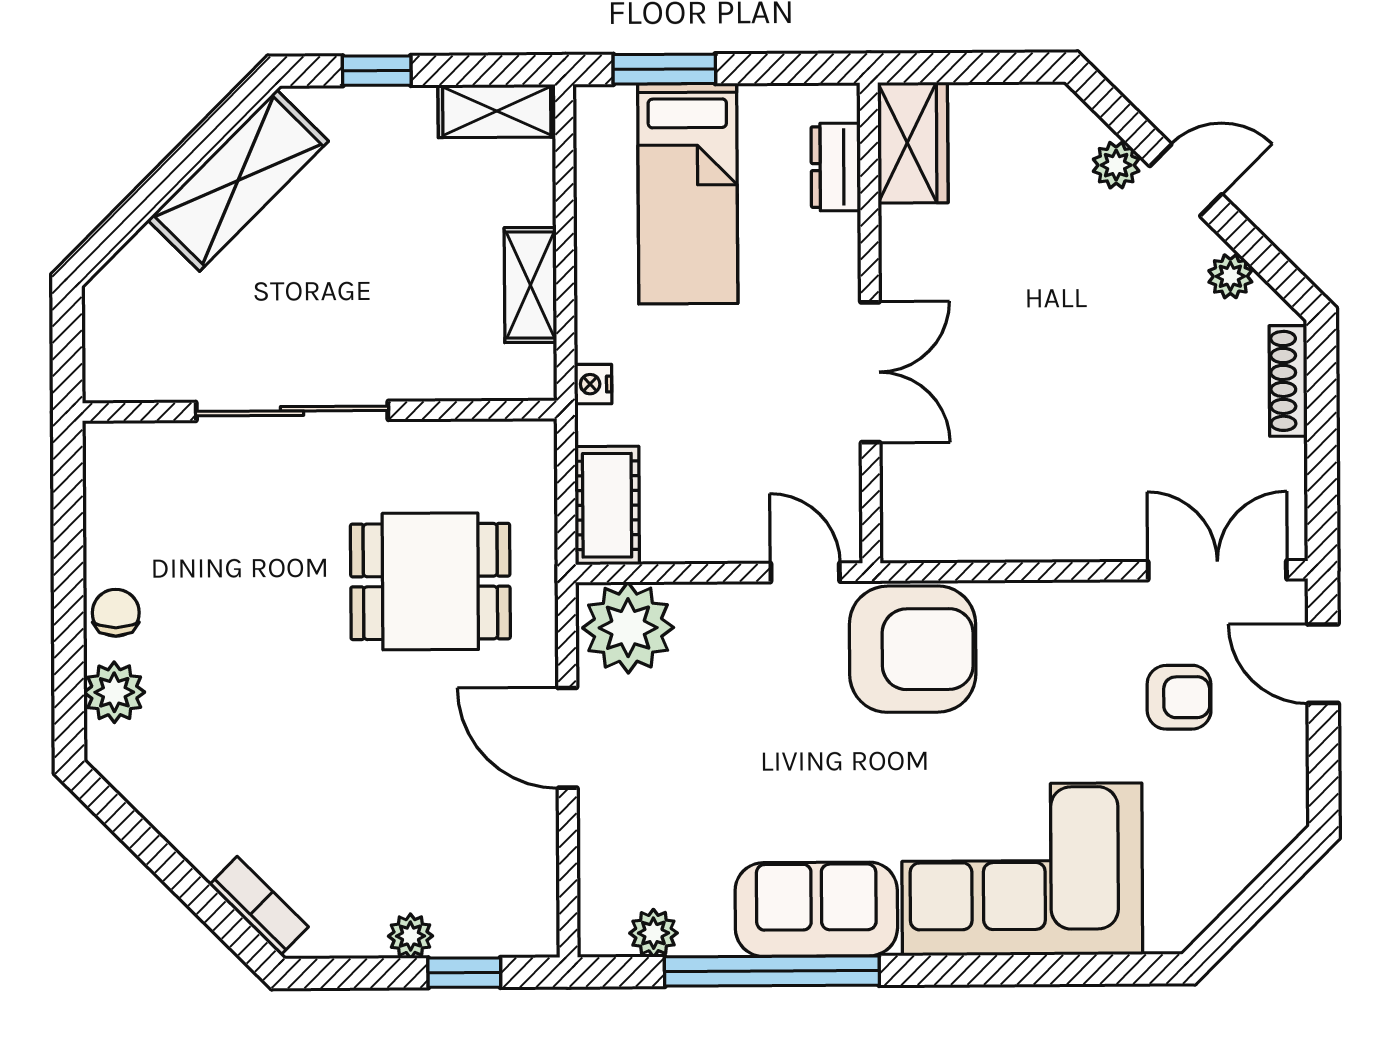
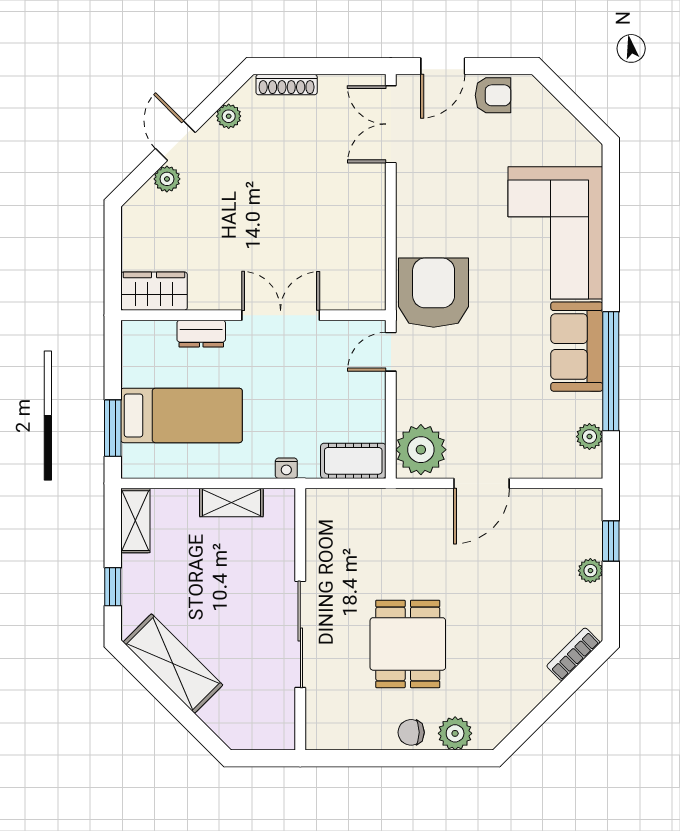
dresser: (836, 167) -> (201, 334), moved
dining table: (430, 581) -> (408, 644), moved
armchair: (1179, 697) -> (493, 95), moved, turned 90

